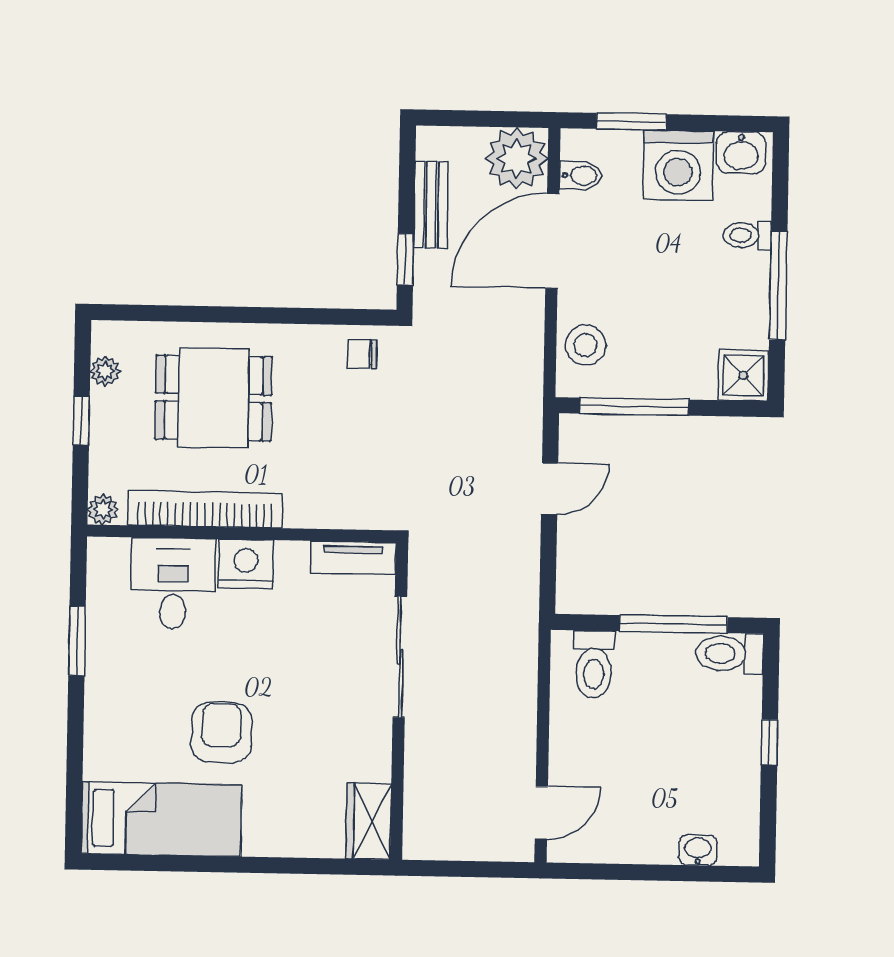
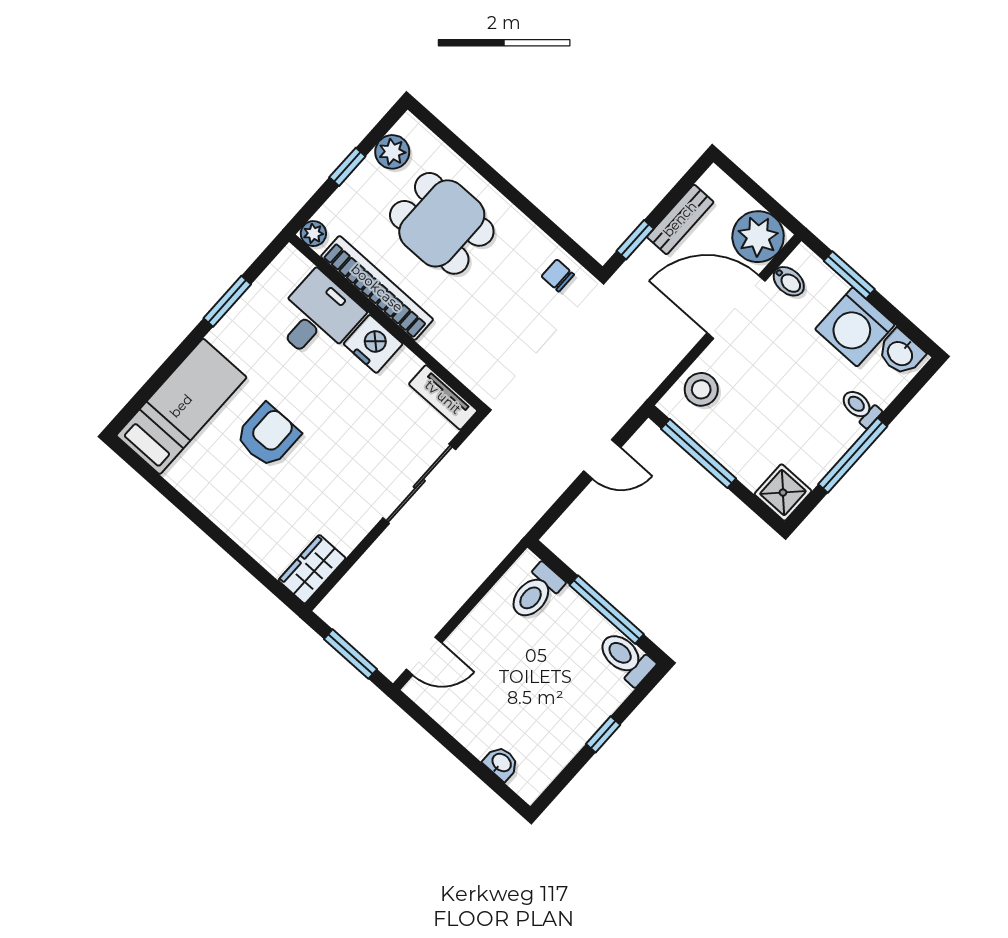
plant: (105, 371) -> (392, 152), width x1.38, depth x1.38
bed: (161, 819) -> (181, 406), moved, turned -90
window: (472, 869) -> (350, 654), added

